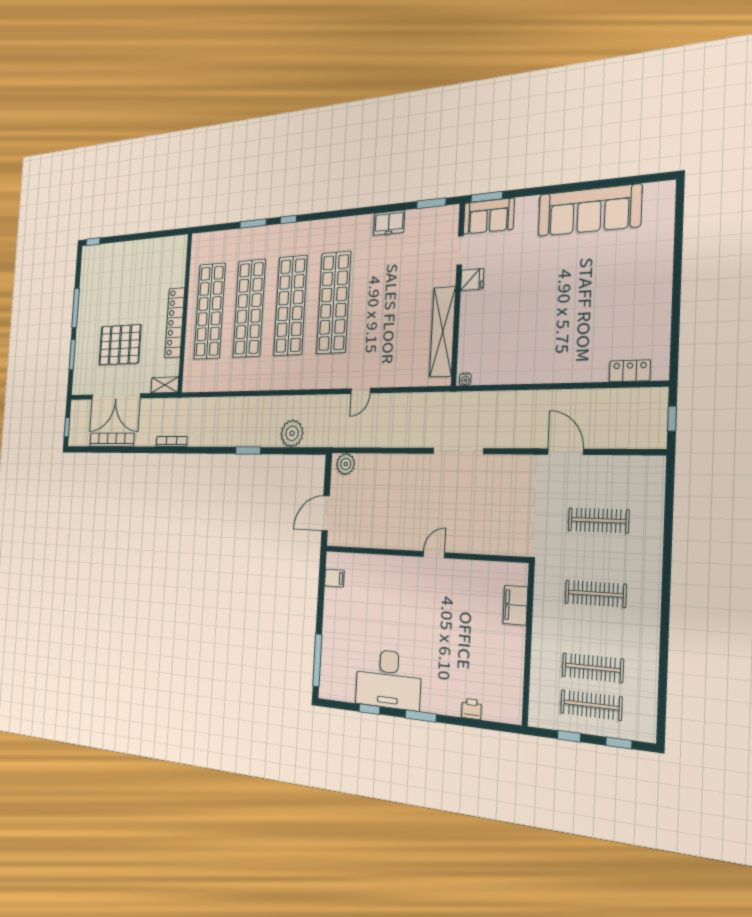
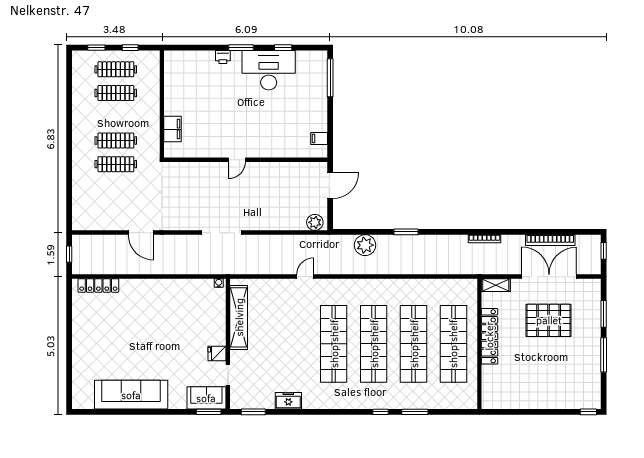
locker: (630, 371) -> (98, 285), width x1.53
clothes rail: (598, 520) -> (116, 164), moved
printer: (471, 709) -> (223, 57), moved

